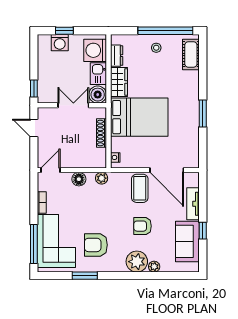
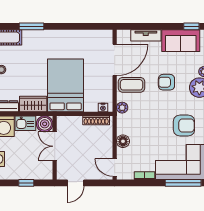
window: (34, 88) -> (26, 183), moved
window: (203, 114) -> (31, 26), moved
shoe rack: (101, 133) -> (96, 120), moved
plant: (102, 178) -> (122, 108), moved
armchair: (143, 226) -> (166, 82), turned 90
window: (203, 231) -> (191, 26), moved
armchair: (96, 245) -> (184, 126), turned -90

